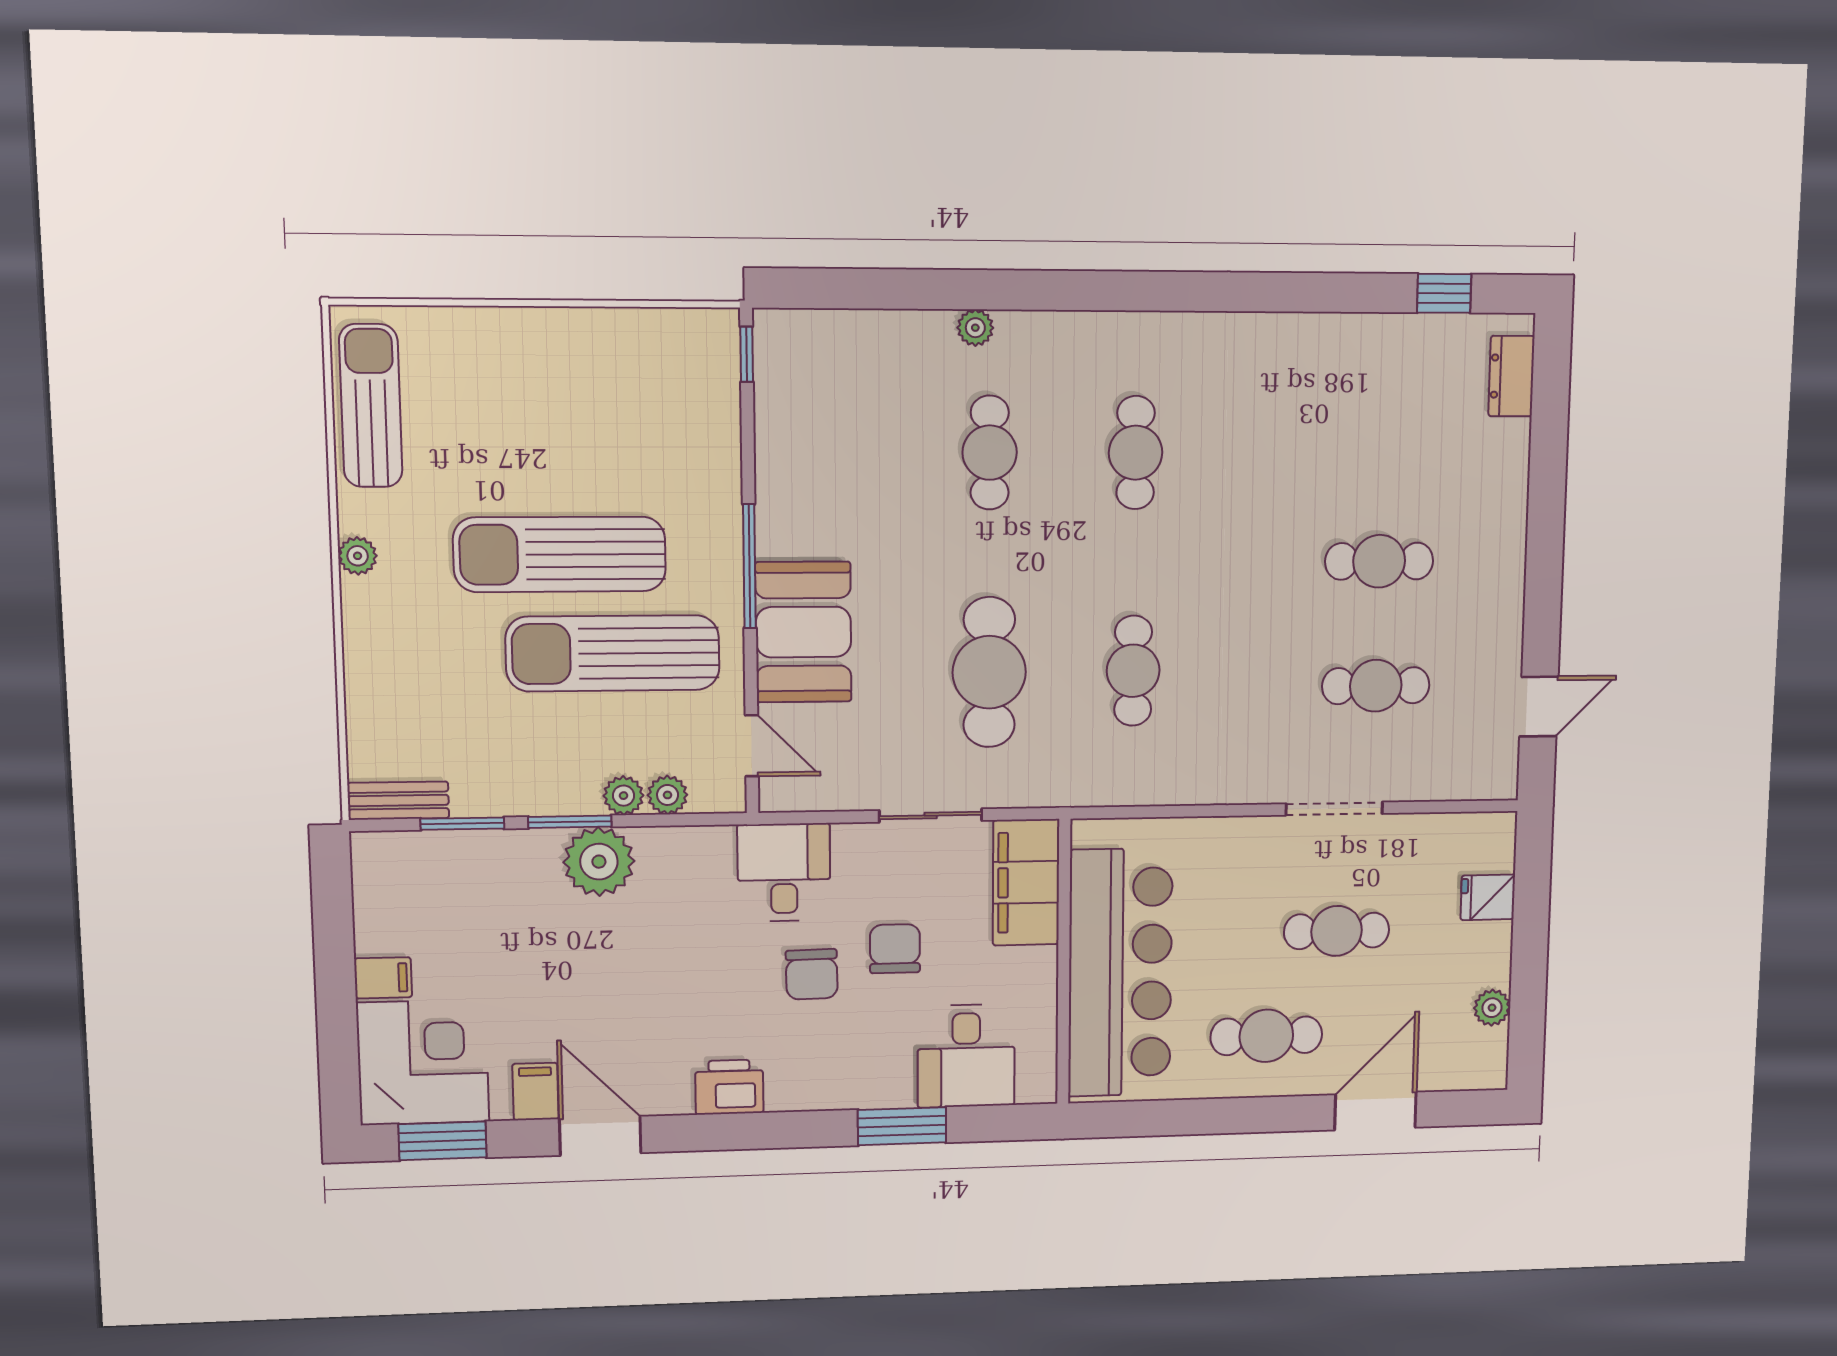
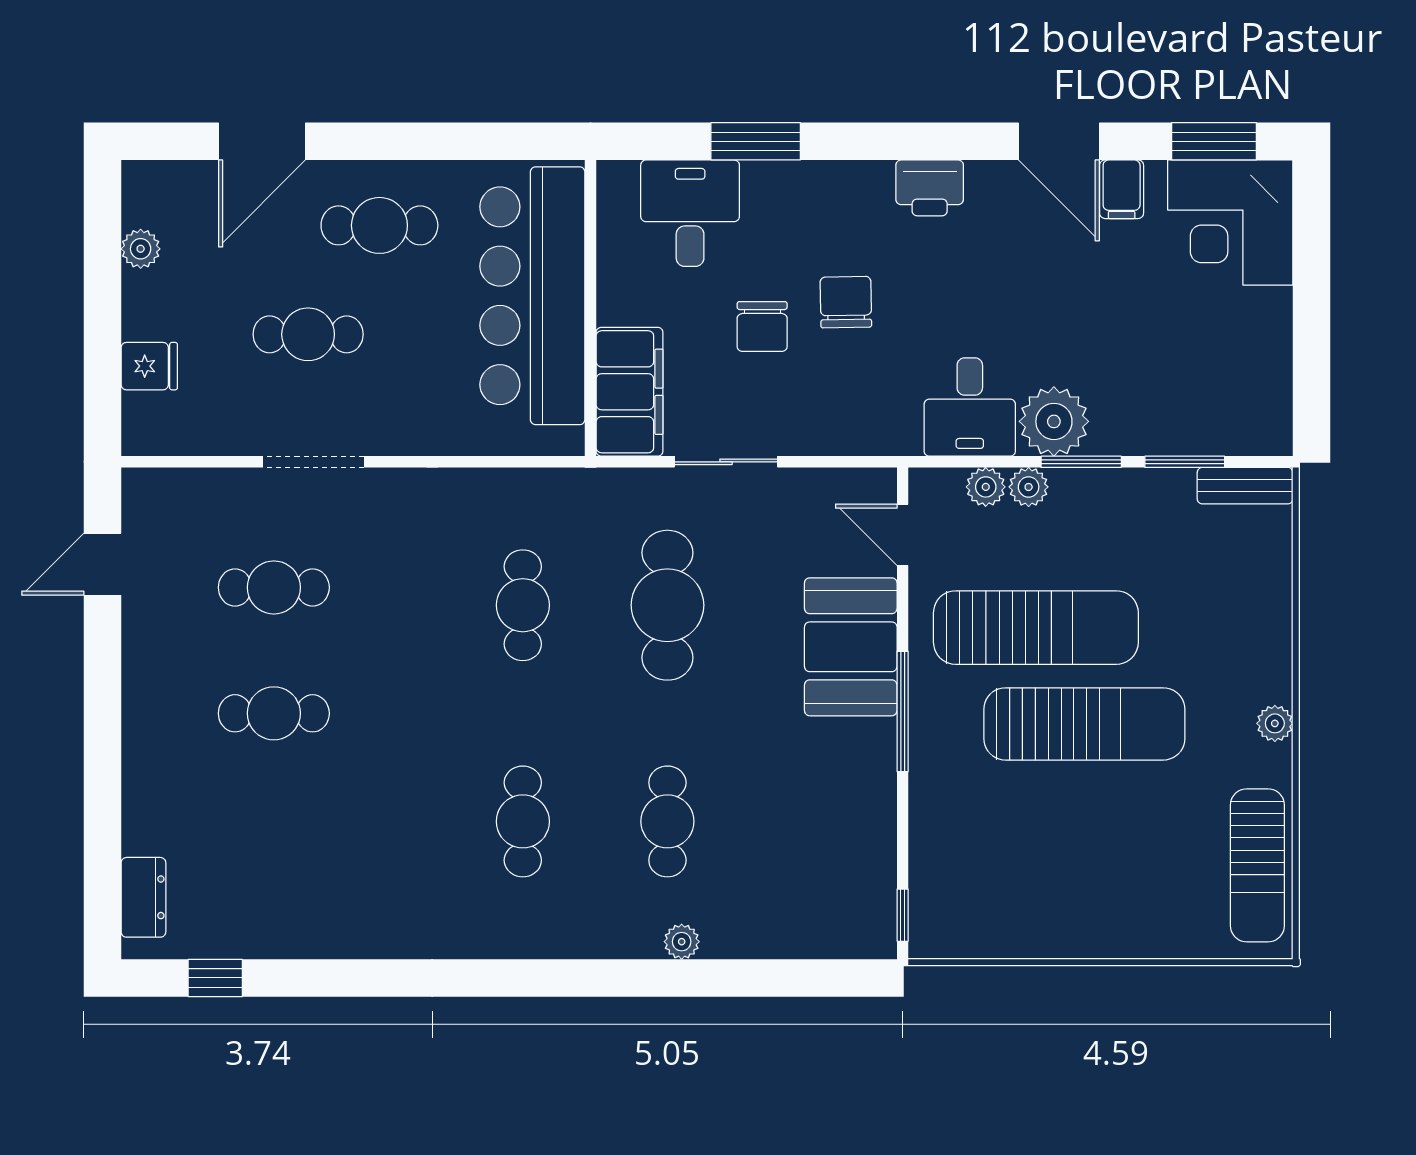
desk: (784, 872) -> (970, 407), moved
filing cabinet: (383, 978) -> (1266, 309), removed

